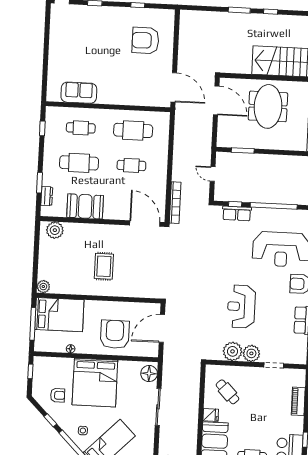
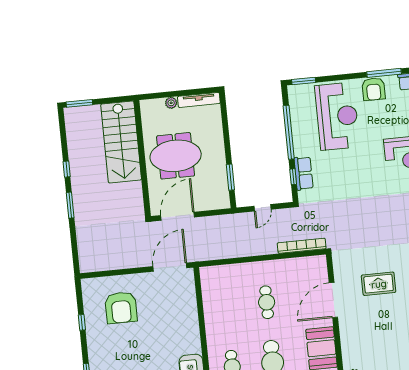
cafe table: (133, 130) -> (226, 306), removed
door: (145, 224) -> (333, 300), moved
rug: (104, 266) -> (379, 284), moved

